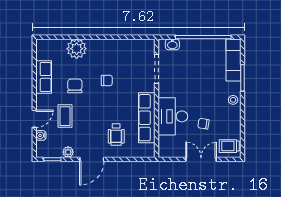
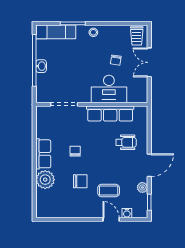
washbasin: (172, 44) -> (41, 66), moved
row of seats: (44, 77) -> (43, 154), moved, turned 90
chair: (75, 86) -> (80, 181), turned 180
door: (92, 159) -> (149, 165), hinge flipped

